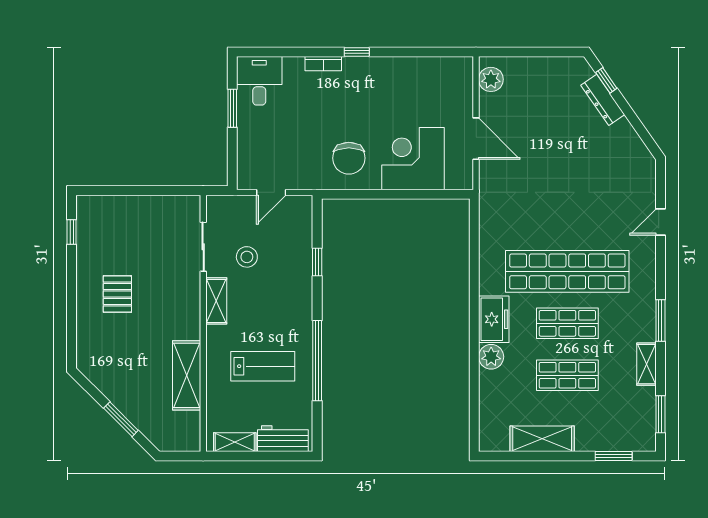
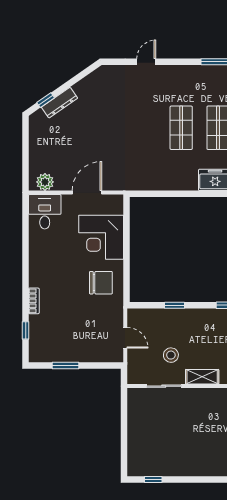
window: (357, 52) -> (26, 330), moved
desk: (259, 81) -> (45, 212), moved, turned 90
door: (660, 222) -> (146, 62), swing flipped
shop shelf: (567, 271) -> (181, 128), width x0.50, depth x0.74
pallet: (117, 294) -> (197, 447), removed

